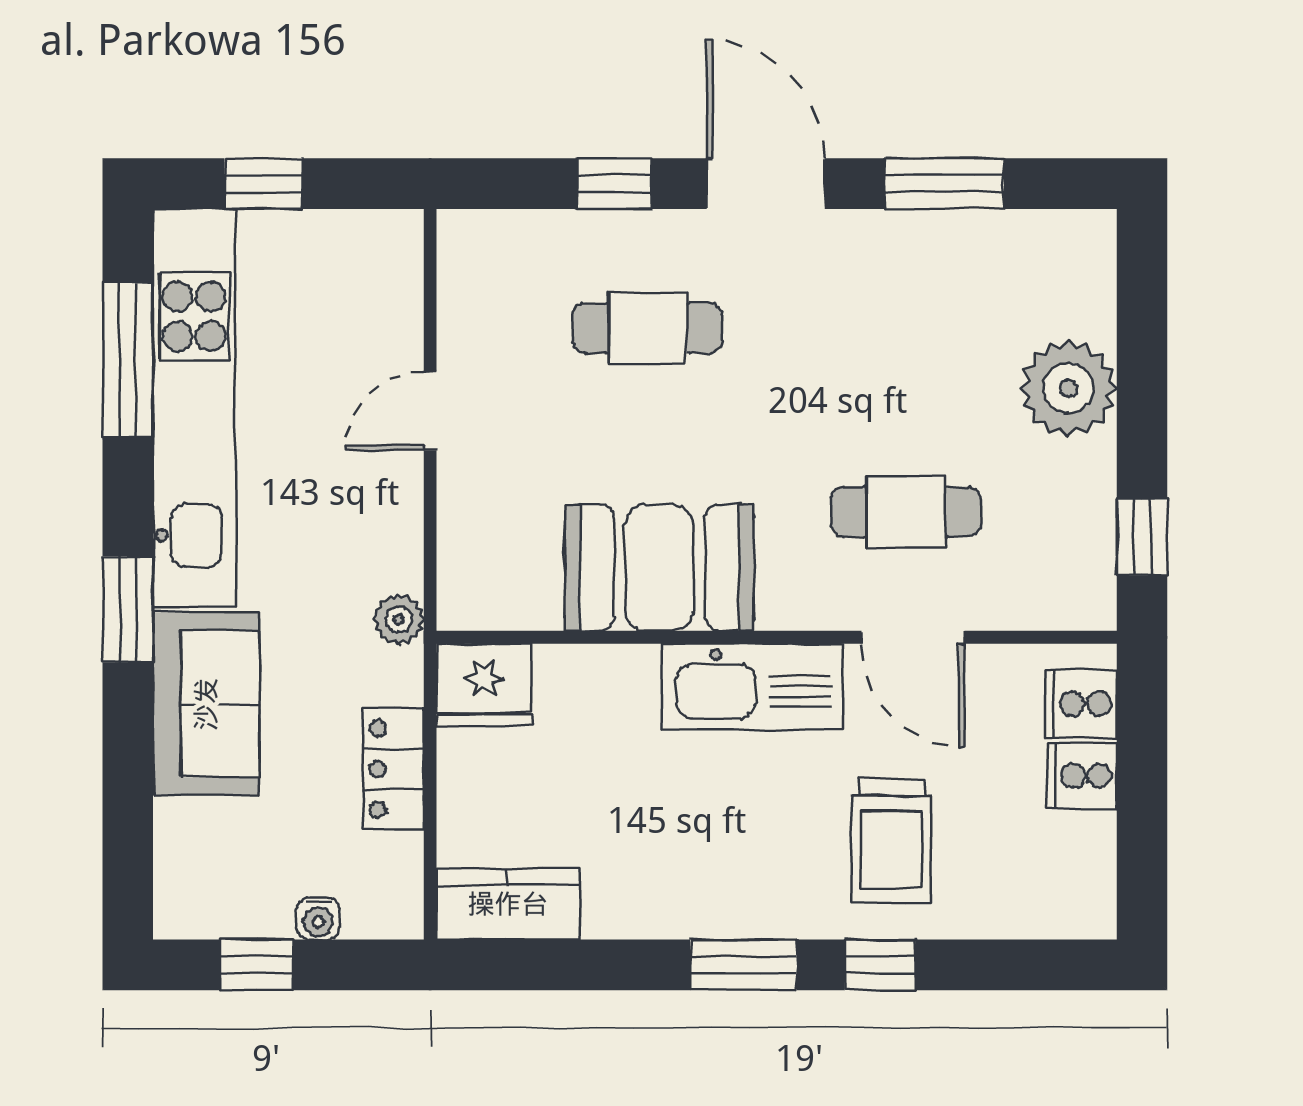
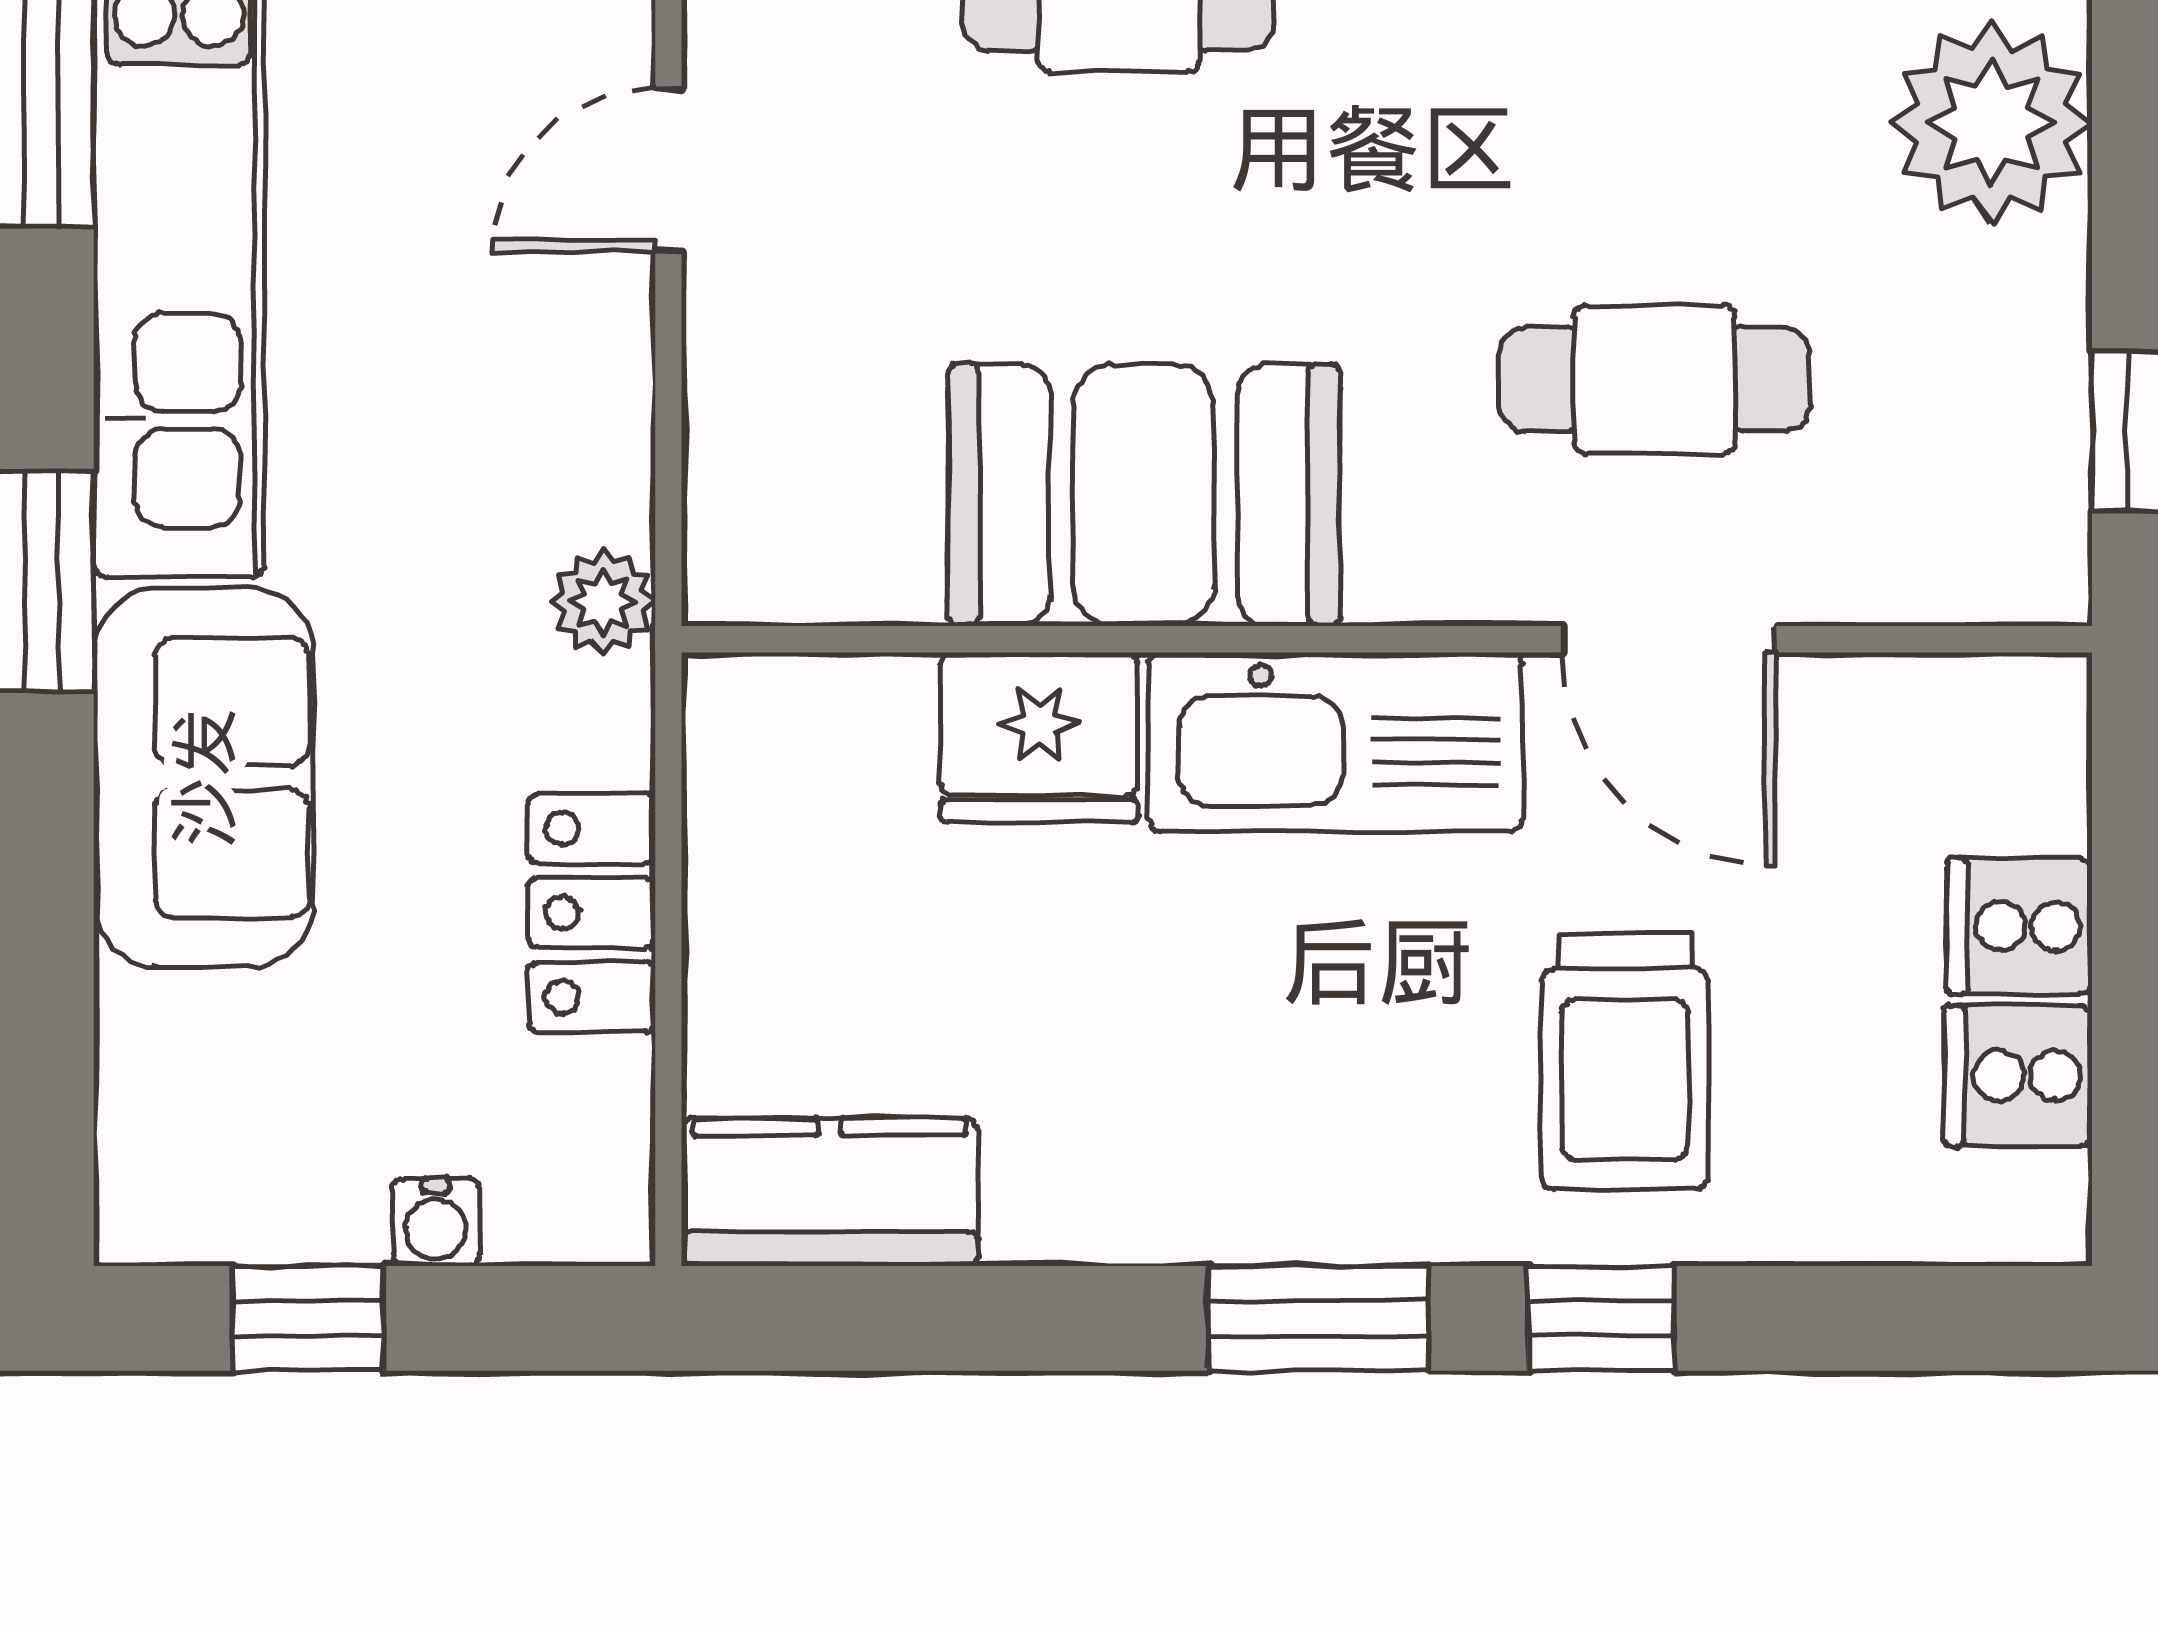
fridge: (484, 685) -> (1039, 738), moved
cooker: (1081, 704) -> (2018, 1075), moved

